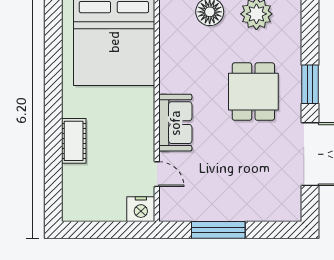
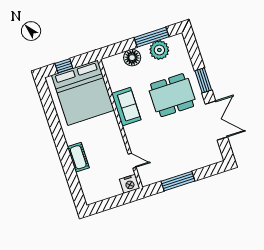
dining table: (253, 92) -> (172, 95), width x1.38
sofa: (175, 123) -> (126, 107), moved

